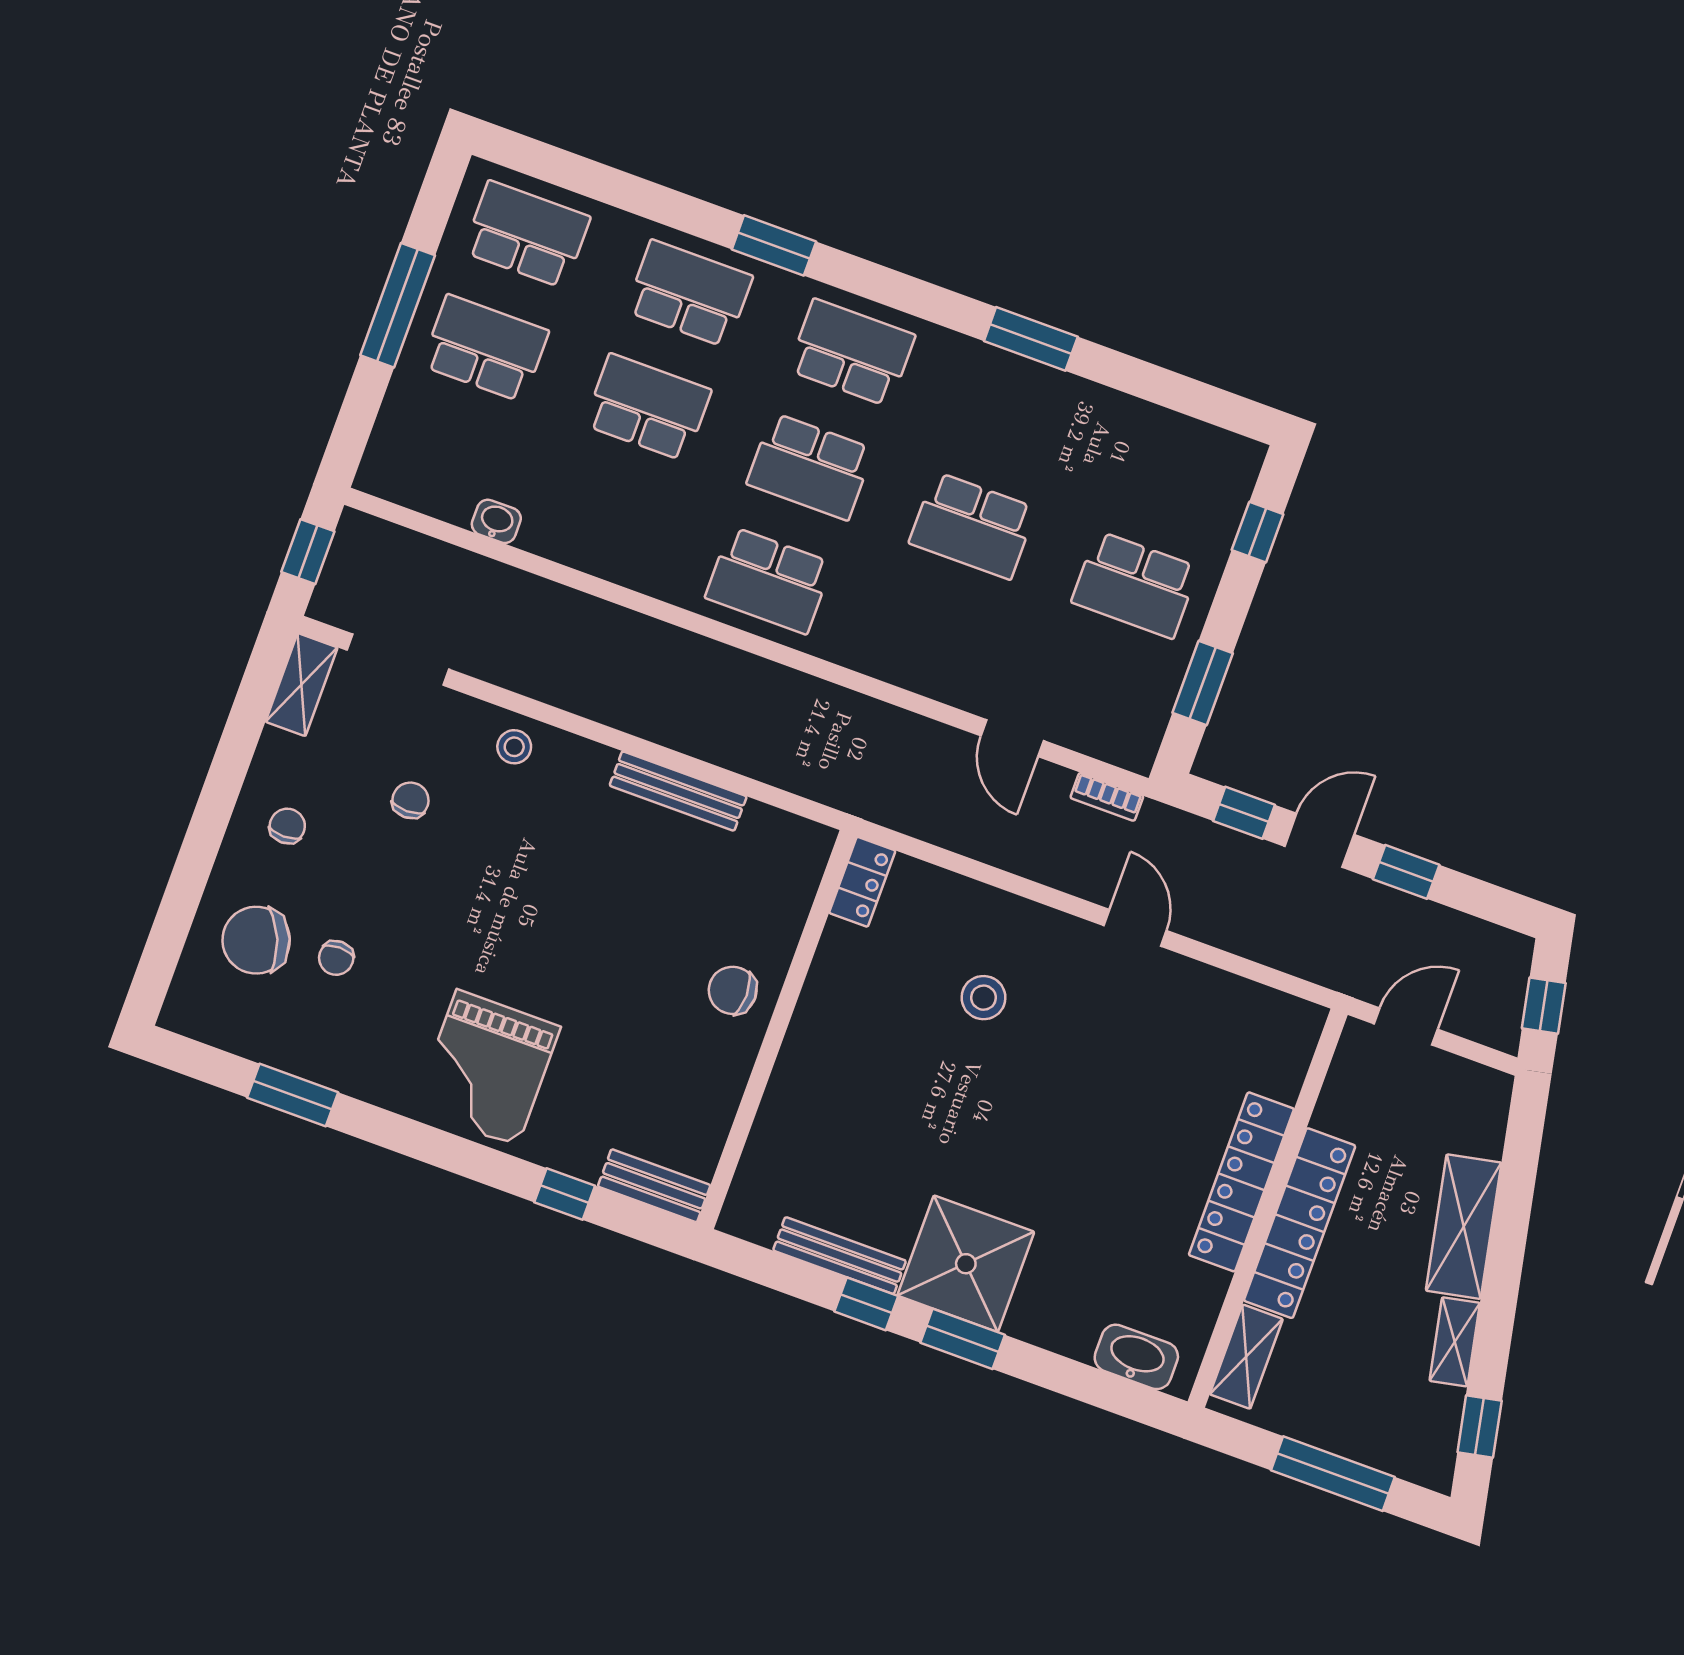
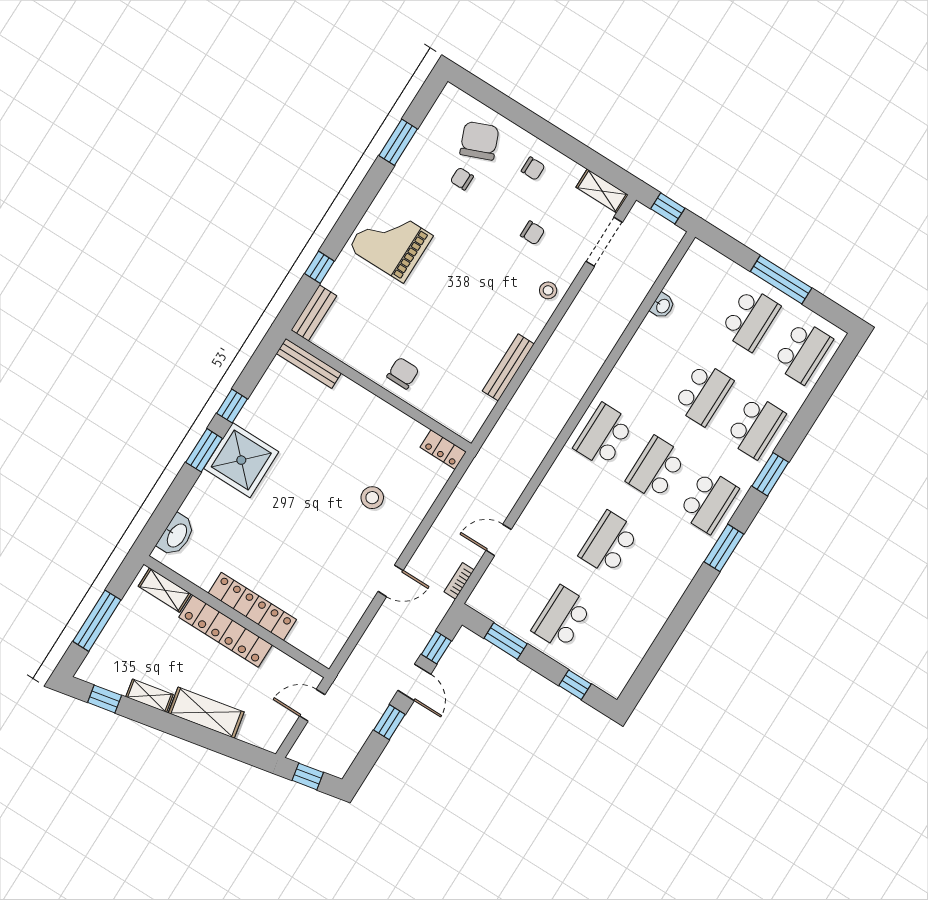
window: (1031, 339) -> (724, 548), moved
door: (1406, 1026) -> (312, 705), swing flipped
bench: (840, 1256) -> (309, 363), moved, turned 90

